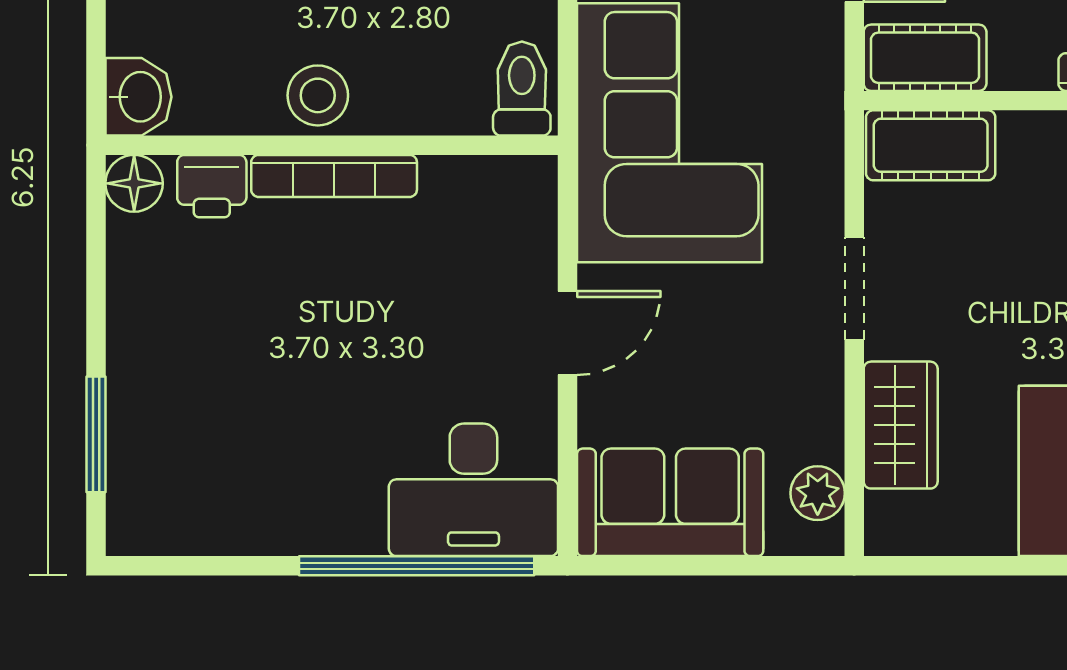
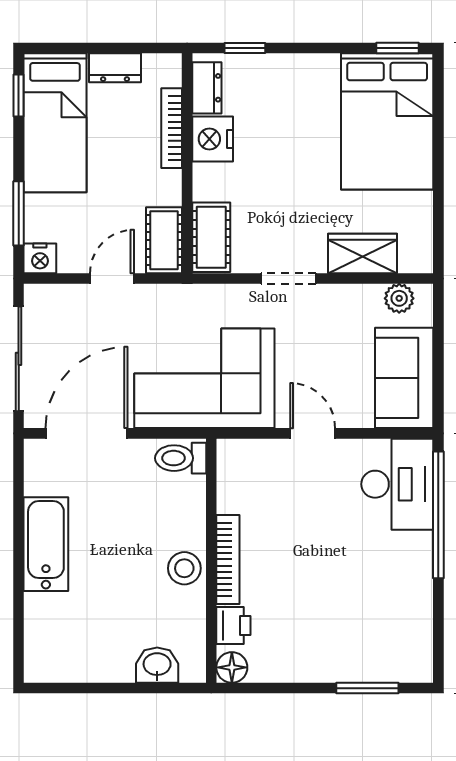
washbasin: (138, 97) -> (157, 665), moved

